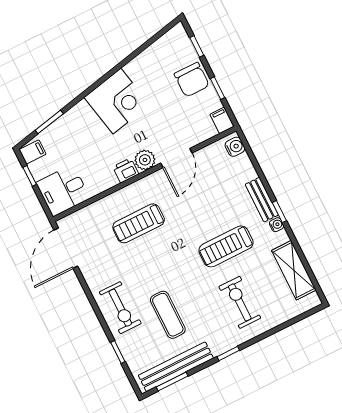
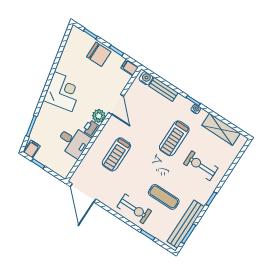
desk: (63, 190) -> (73, 142), moved, turned -90
bench: (262, 200) -> (163, 89), moved

